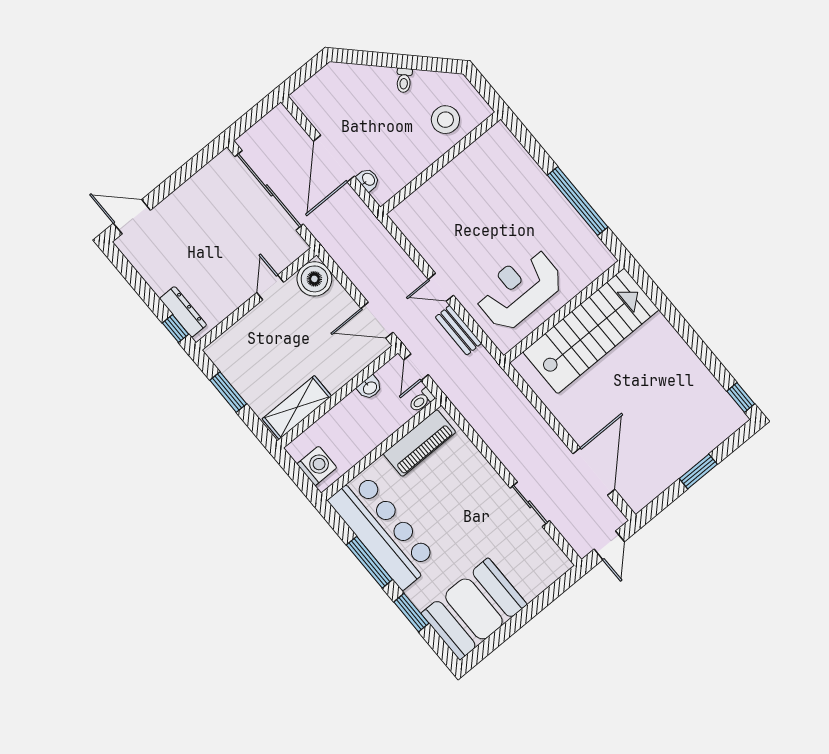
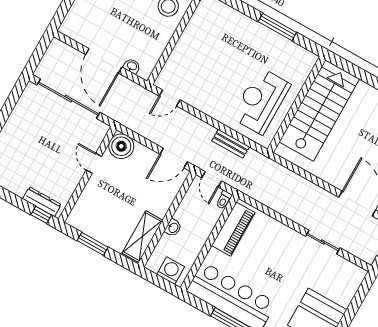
window: (578, 201) -> (277, 27), width x0.68
door: (441, 287) -> (170, 98), moved
washbasin: (370, 388) -> (173, 228), moved

